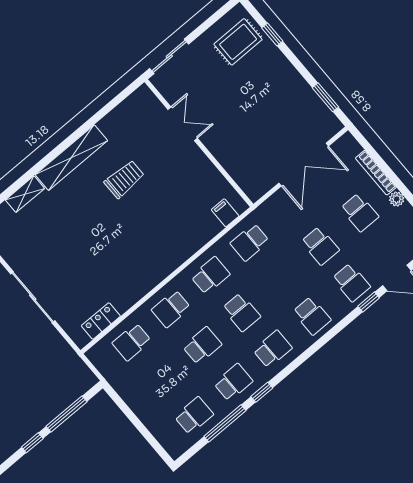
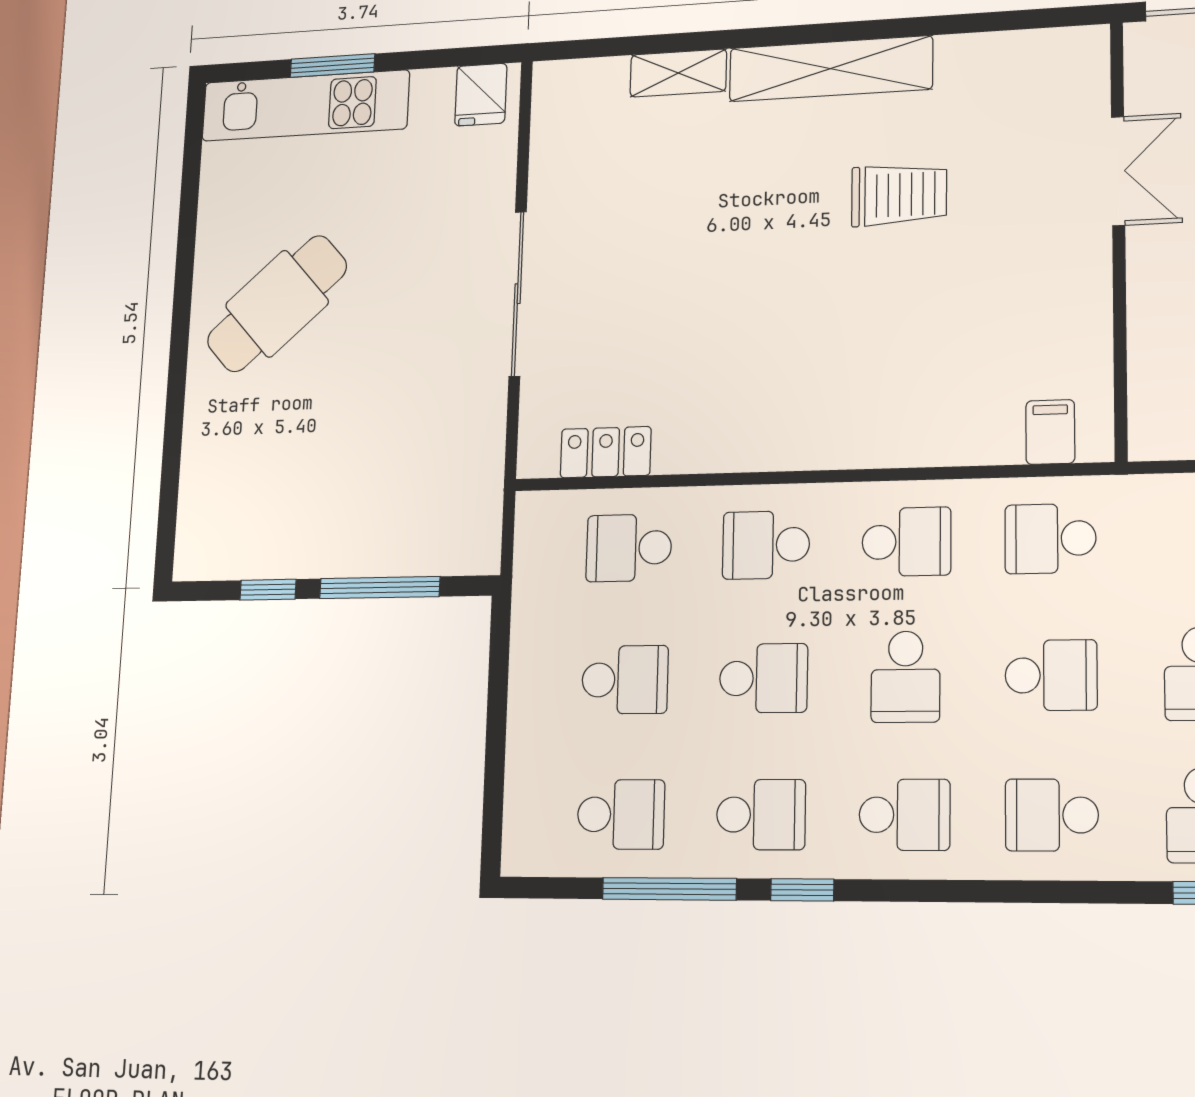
school desk: (281, 279) -> (1051, 675), added
school desk: (312, 316) -> (1052, 815), turned 90
school desk: (163, 379) -> (625, 680), added

